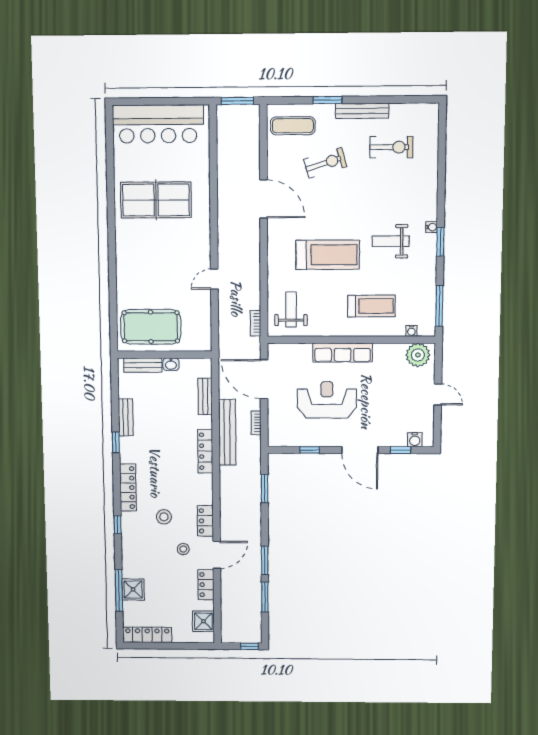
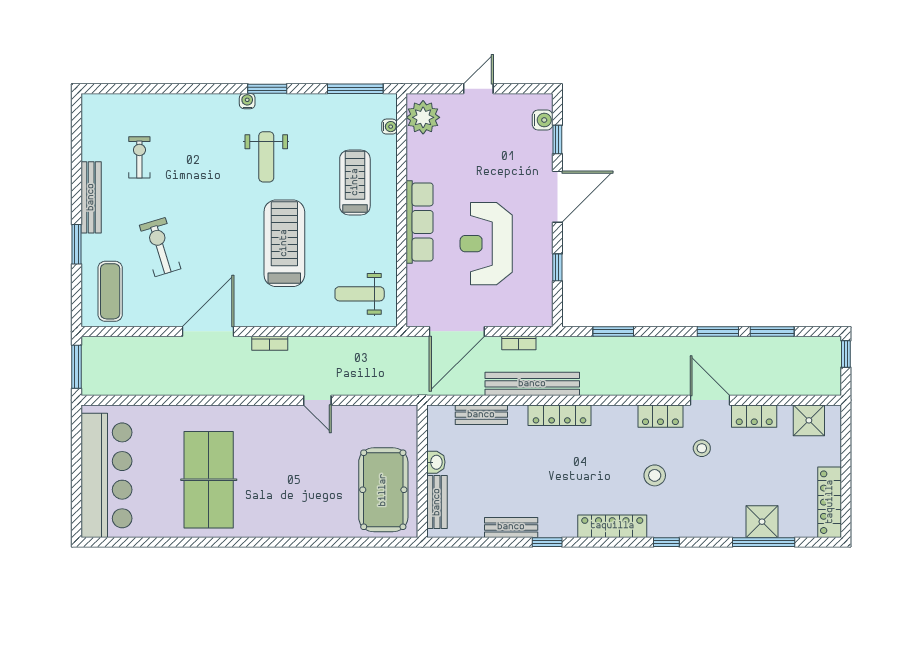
exercise bike: (391, 147) -> (139, 157), width x0.73, depth x0.72
bookcase: (256, 323) -> (270, 343), moved

